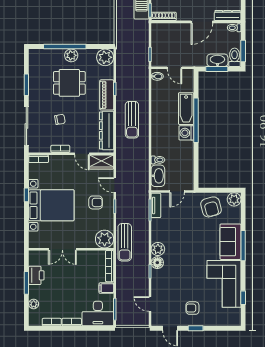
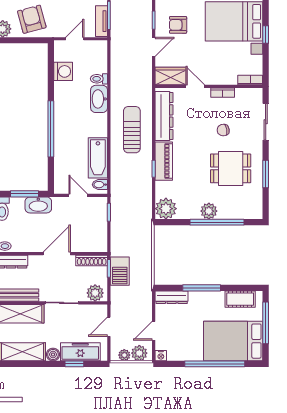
door: (202, 22) -> (57, 254), moved
washbasin: (217, 60) -> (38, 205), moved
dining table: (69, 83) -> (231, 168), moved
bathtub: (186, 109) -> (98, 158), moved, turned 180
sliding door: (26, 126) -> (266, 122), width x0.73
washing machine: (186, 133) -> (63, 71), moved
washbasin: (158, 176) -> (99, 99), moved
door: (115, 185) -> (154, 47), hinge flipped

